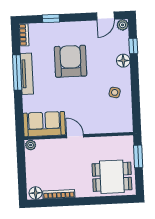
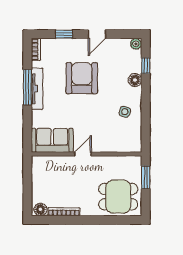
door: (105, 16) -> (97, 34), moved
door: (75, 136) -> (83, 154), hinge flipped
plant: (31, 145) -> (38, 161), removed

